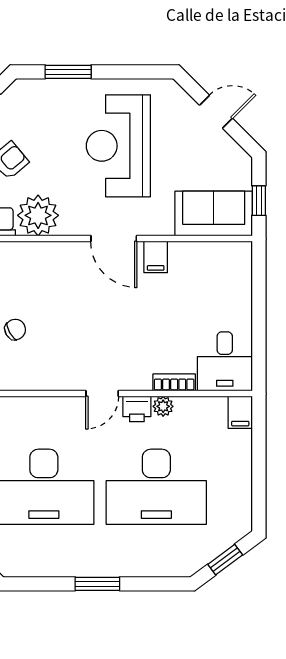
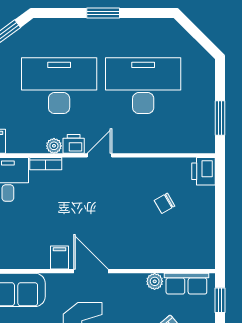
plant: (38, 215) -> (155, 281), width x0.53, depth x0.53

